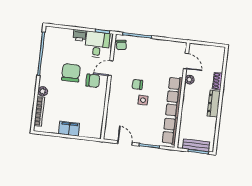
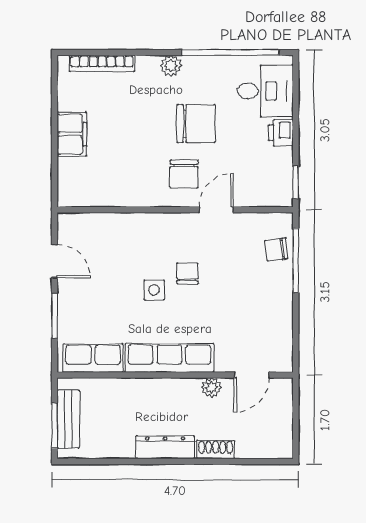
desk: (97, 45) -> (265, 91), moved
chair: (121, 45) -> (276, 249), moved
door: (110, 68) -> (216, 210), hinge flipped
plant: (43, 91) -> (171, 66), moved
door: (125, 143) -> (55, 261), hinge flipped

